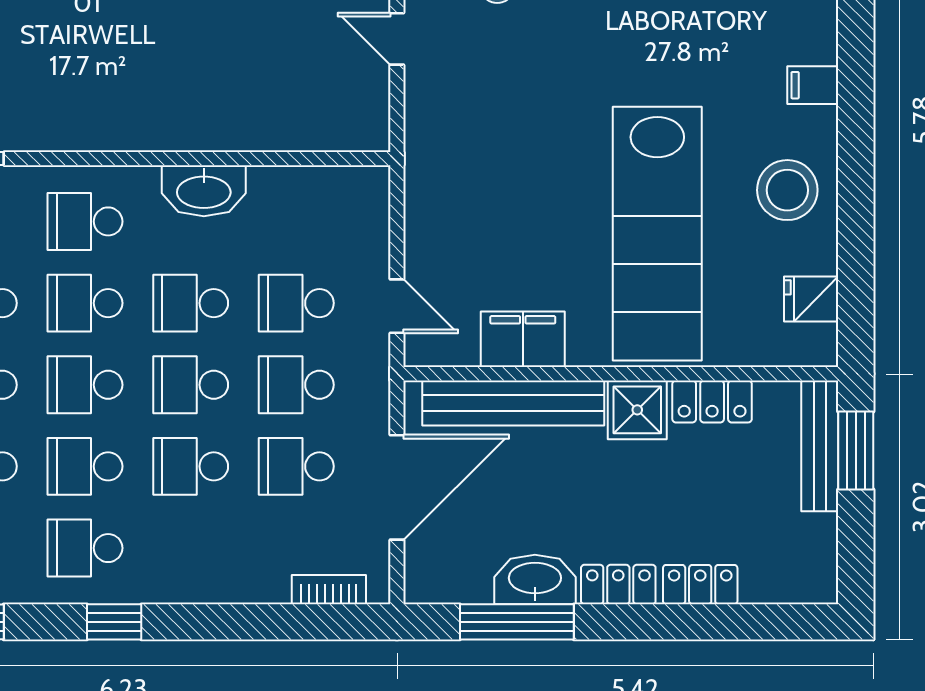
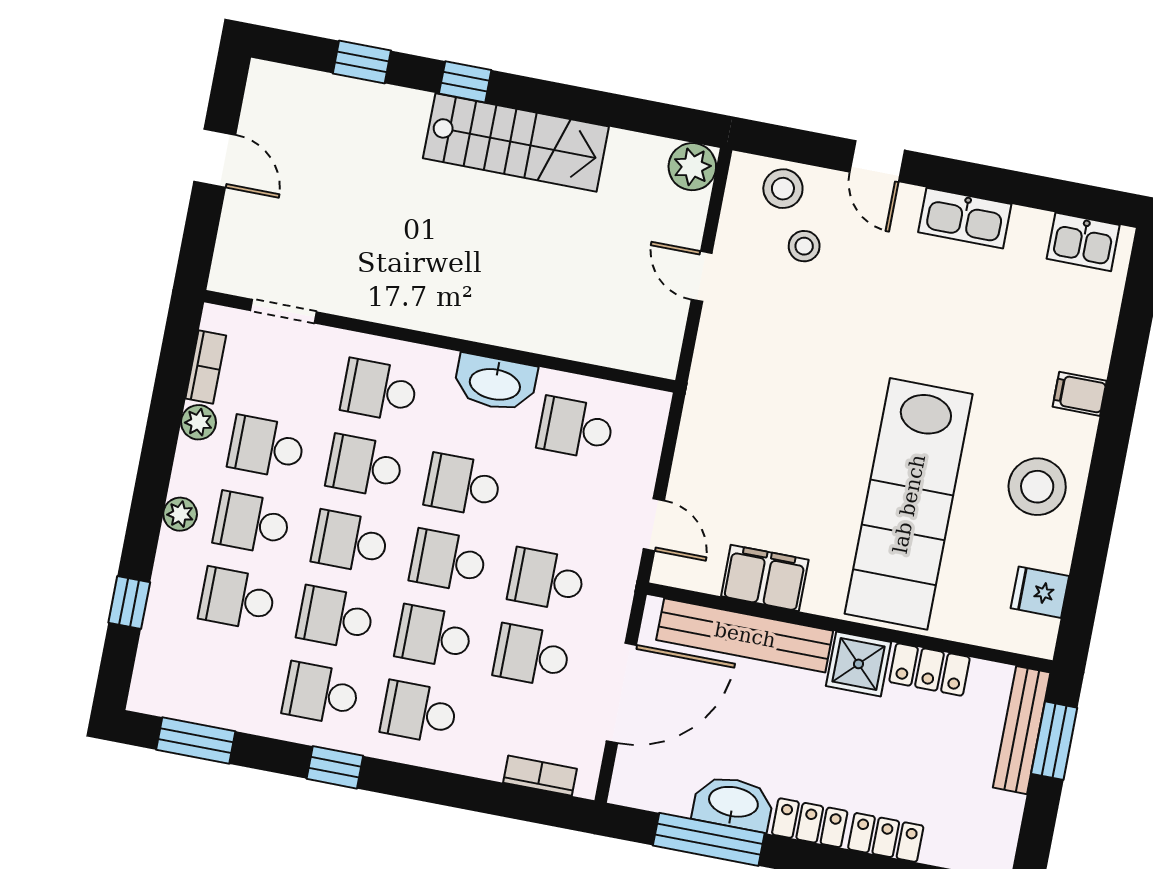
school desk: (296, 303) -> (576, 428), moved
school desk: (191, 548) -> (419, 712), added

